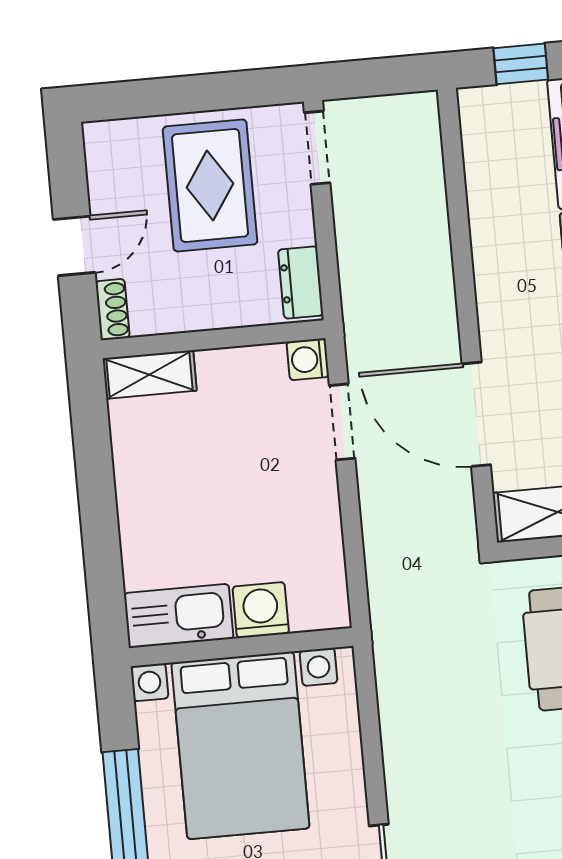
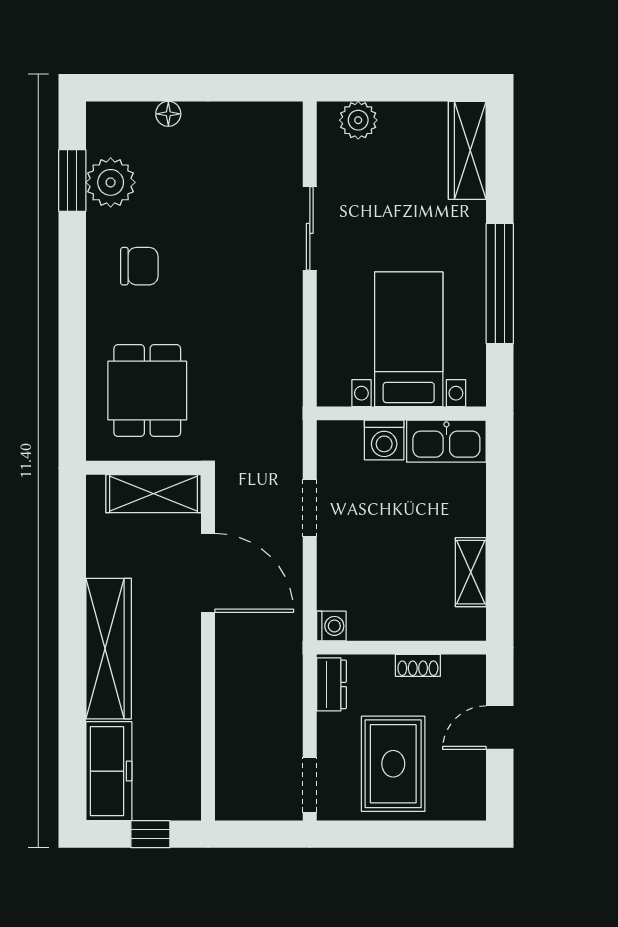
shoe rack: (113, 310) -> (418, 665), moved, turned -90
shelving: (150, 375) -> (471, 572), moved, turned 90
doorway: (342, 422) -> (310, 508), moved
bed with nightstands: (240, 745) -> (409, 339), width x0.73

